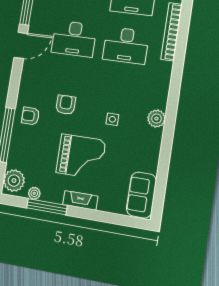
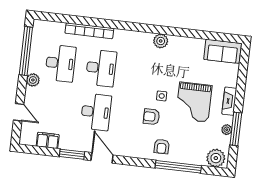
side table: (112, 119) -> (162, 96), moved
grand piano: (81, 157) -> (194, 102), turned 180
plant: (34, 193) -> (227, 130), moved

